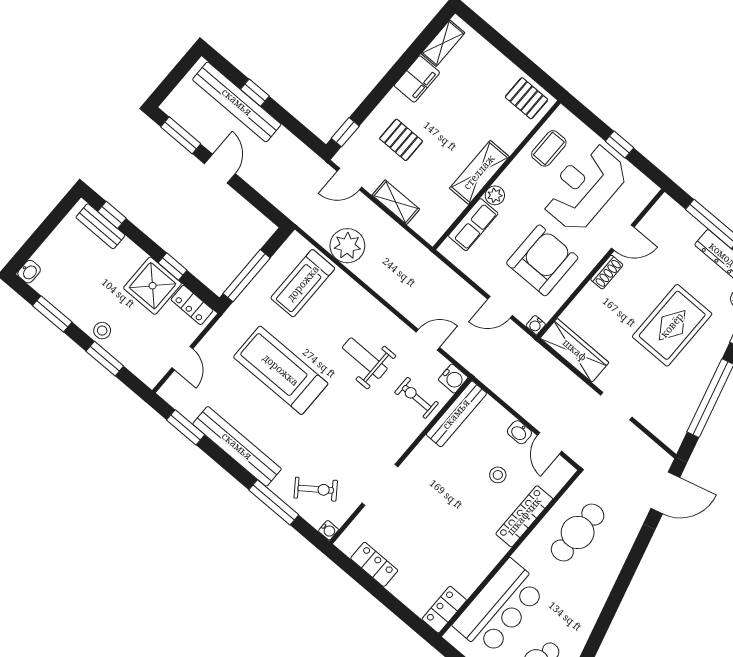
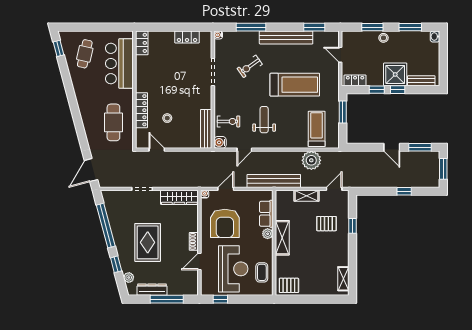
window: (174, 78) -> (443, 169), added
filing cabinet: (417, 79) -> (341, 255), removed
bench: (237, 102) -> (274, 181), moved
window: (345, 132) -> (353, 226), moved
window: (620, 145) -> (220, 299), moved
window: (112, 215) -> (398, 90), moved
window: (247, 276) -> (343, 112), width x0.69
shower: (153, 286) -> (395, 74), moved
weight bench: (365, 358) -> (264, 120), turned -90
washbasin: (519, 432) -> (173, 144), removed
exercise bike: (316, 489) -> (250, 66), moved

